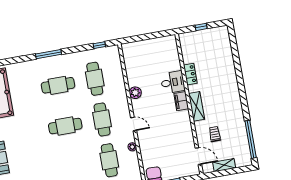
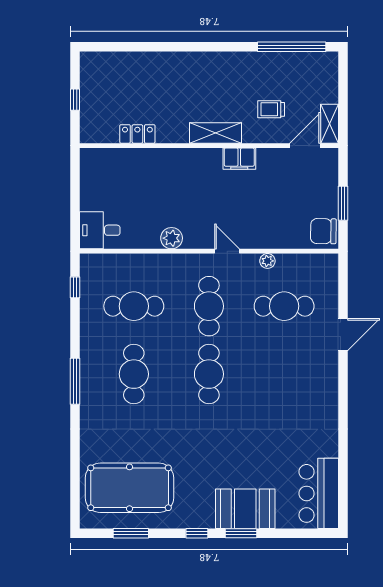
locker: (190, 74) -> (137, 134), moved
desk: (173, 82) -> (100, 230), moved, turned -90
filing cabinet: (181, 101) -> (239, 159), moved
cafe table: (102, 120) -> (209, 306), turned 90
door: (134, 124) -> (227, 251), hinge flipped
shelving: (224, 165) -> (329, 124), moved

